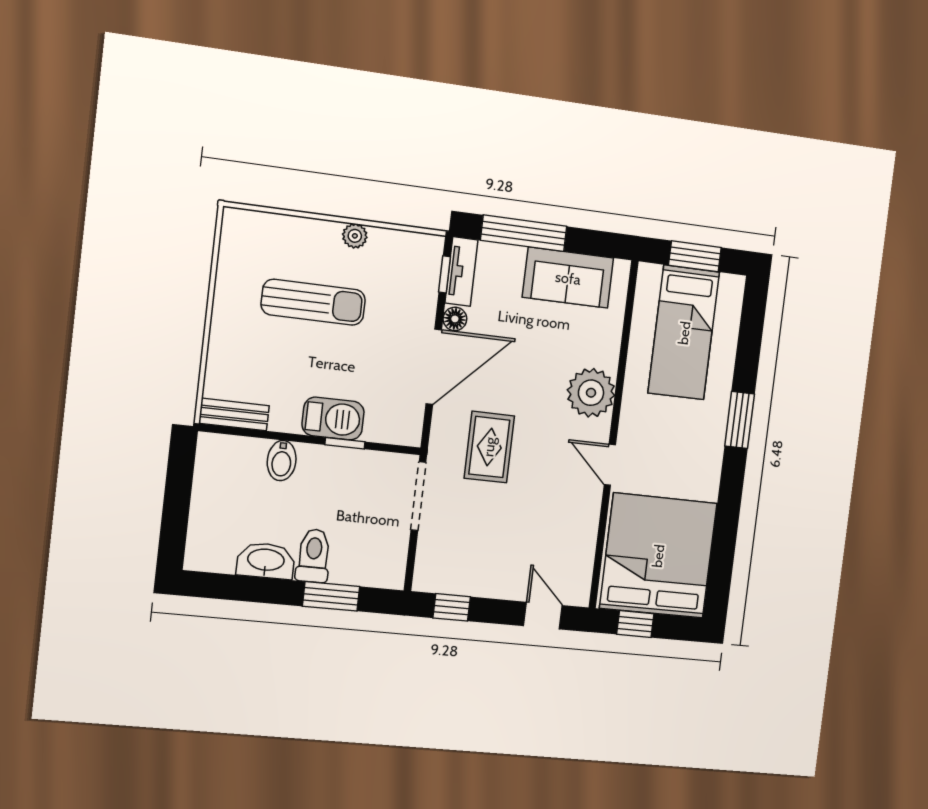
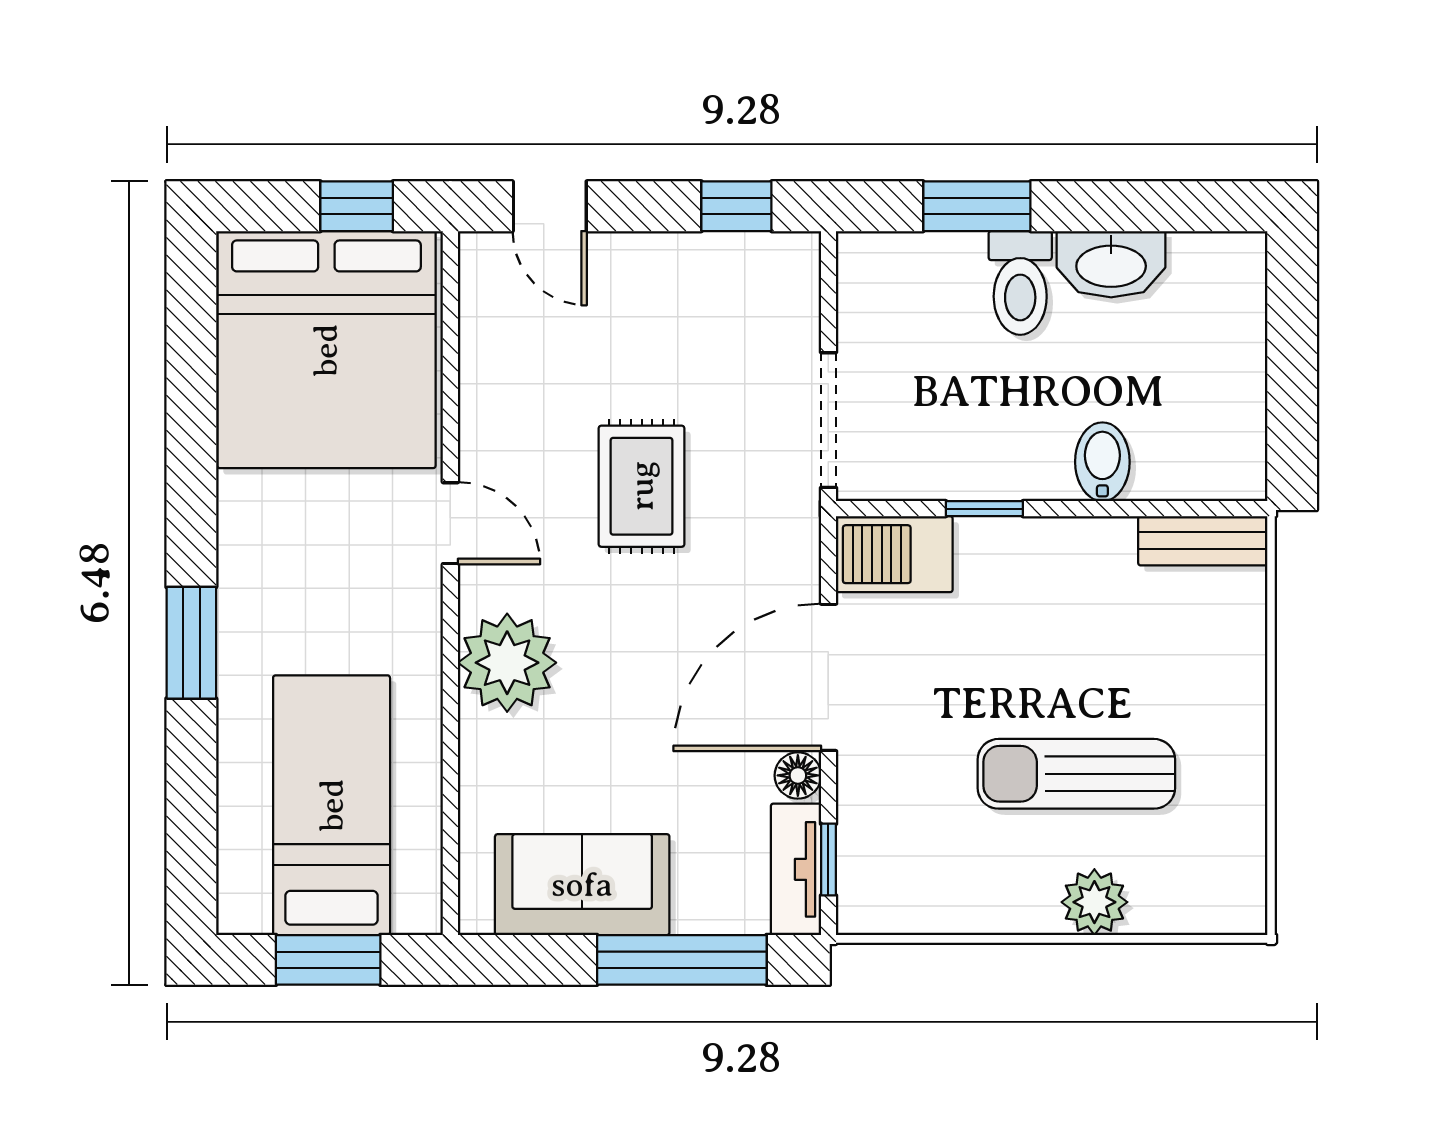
plant: (355, 236) -> (1094, 902), moved, width x1.38, depth x1.38
barbecue: (333, 418) -> (894, 554), moved
rug: (489, 447) -> (642, 486), moved

